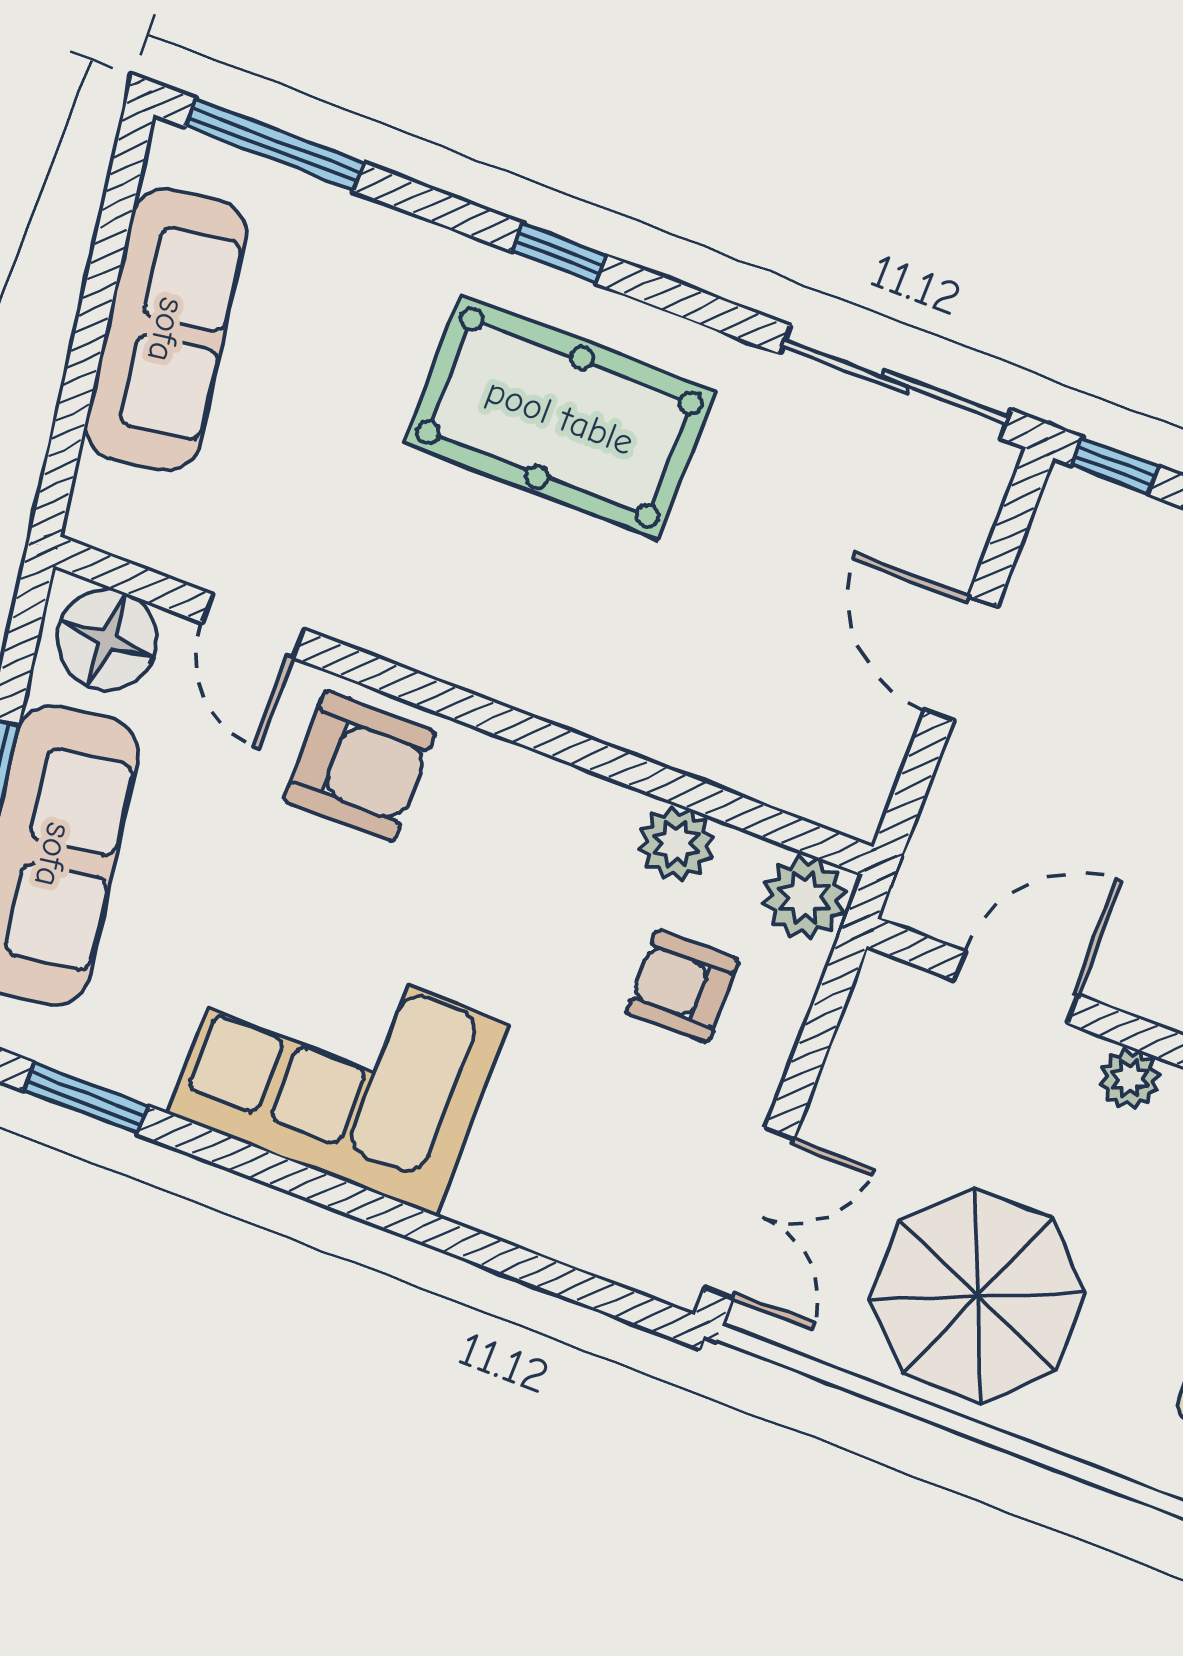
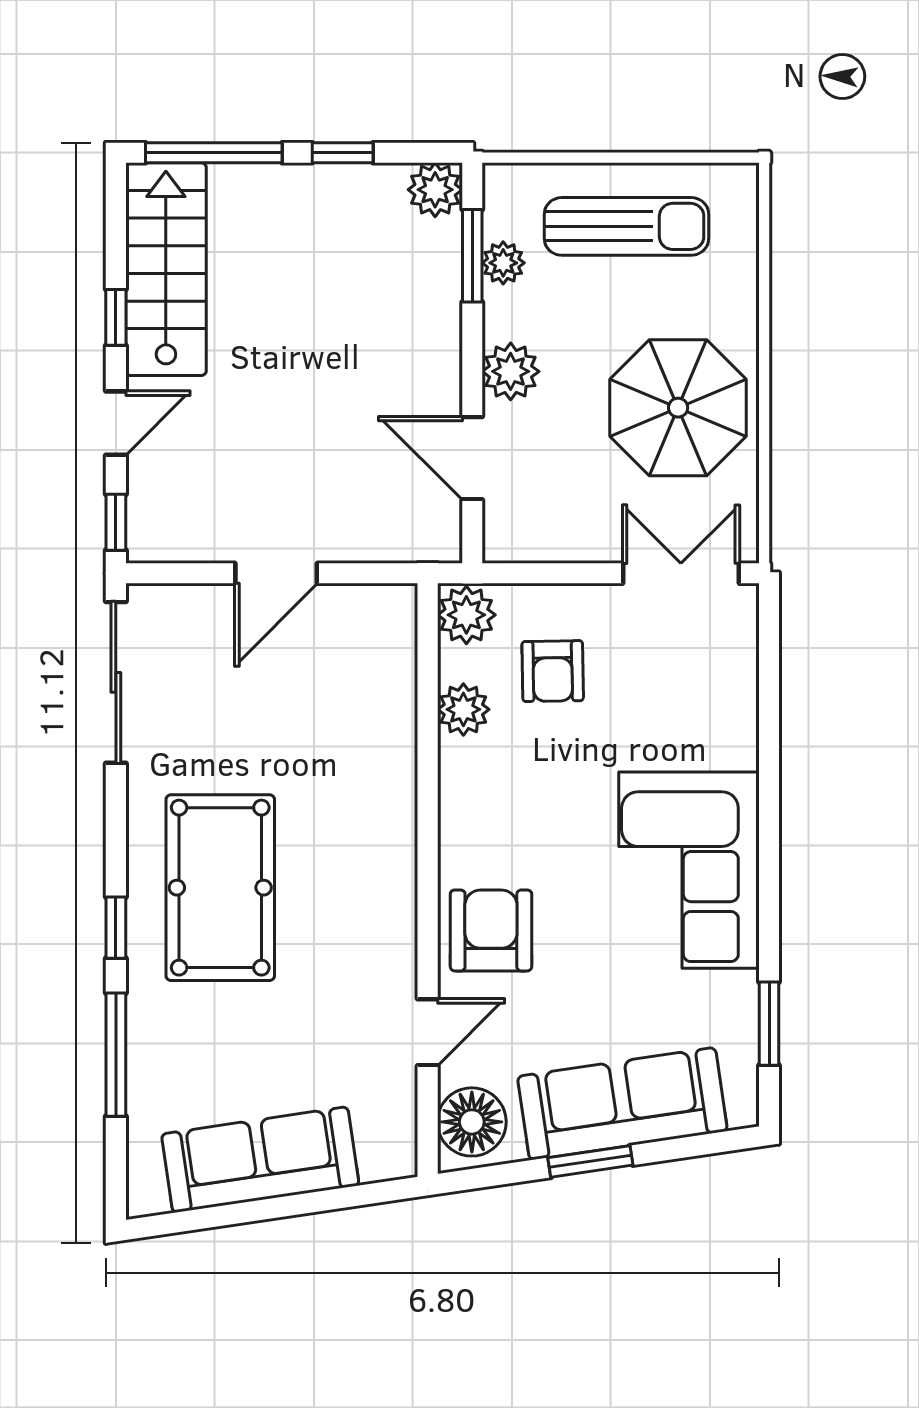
window: (274, 145) -> (116, 1055), moved
plant: (1130, 1079) -> (511, 371), width x1.38, depth x1.38

